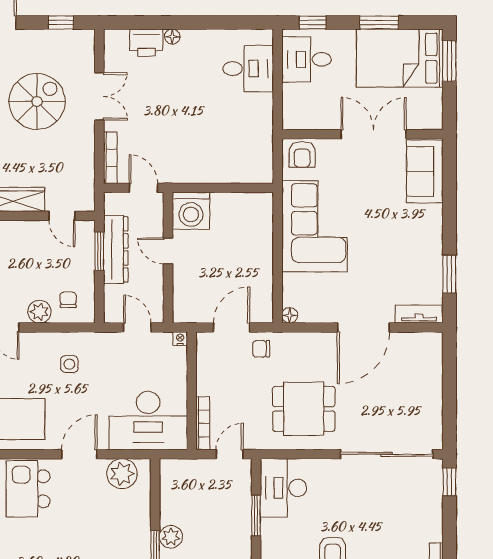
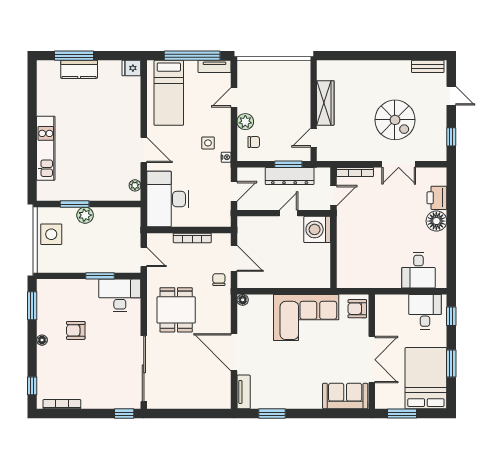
floor lamp: (172, 37) -> (436, 221), width x1.89, depth x1.89
window: (449, 61) -> (402, 414), moved
nightstand: (180, 339) -> (226, 157), moved
bookcase: (203, 423) -> (192, 238), moved
plant: (122, 474) -> (135, 185), width x0.53, depth x0.53
kitchen island: (28, 489) -> (119, 113), removed

